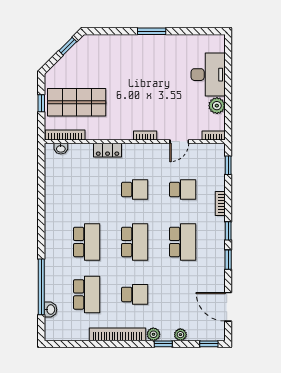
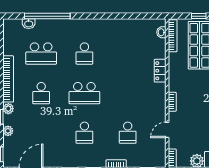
door: (179, 142) -> (167, 130), hinge flipped
school desk: (135, 190) -> (128, 93), removed
school desk: (87, 242) -> (84, 54), width x0.54
school desk: (183, 242) -> (84, 133), width x0.54

